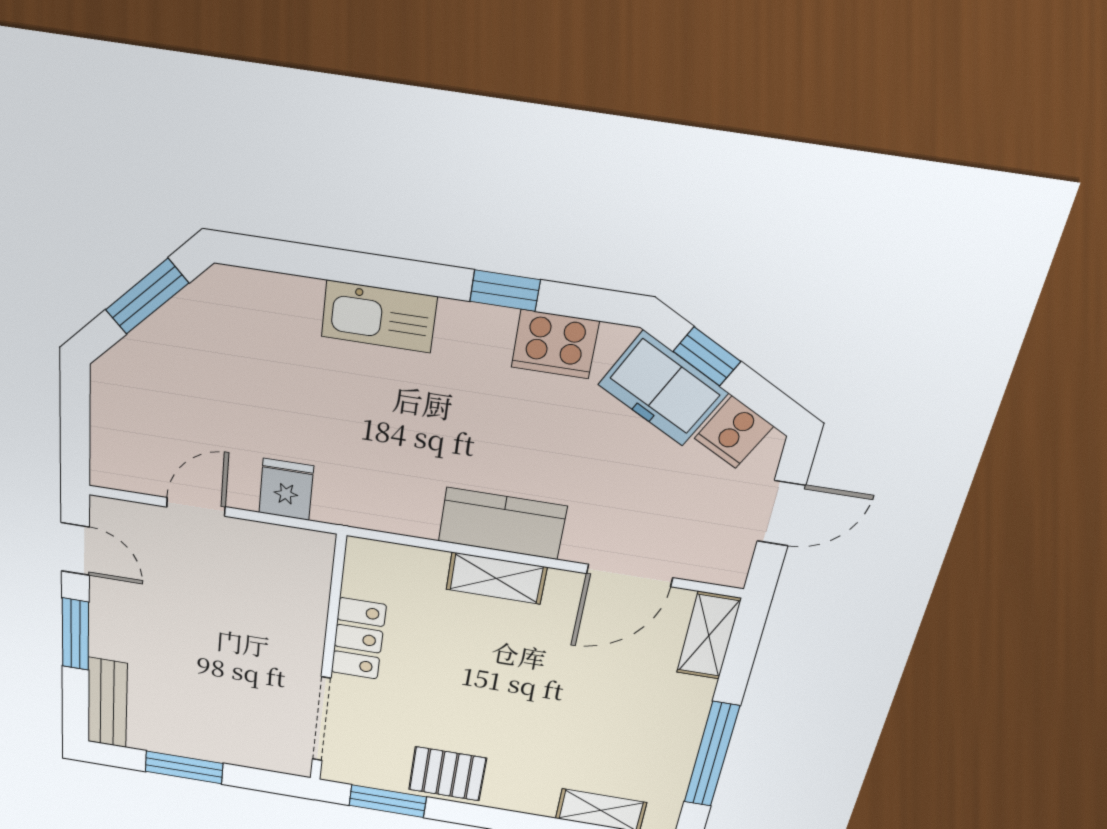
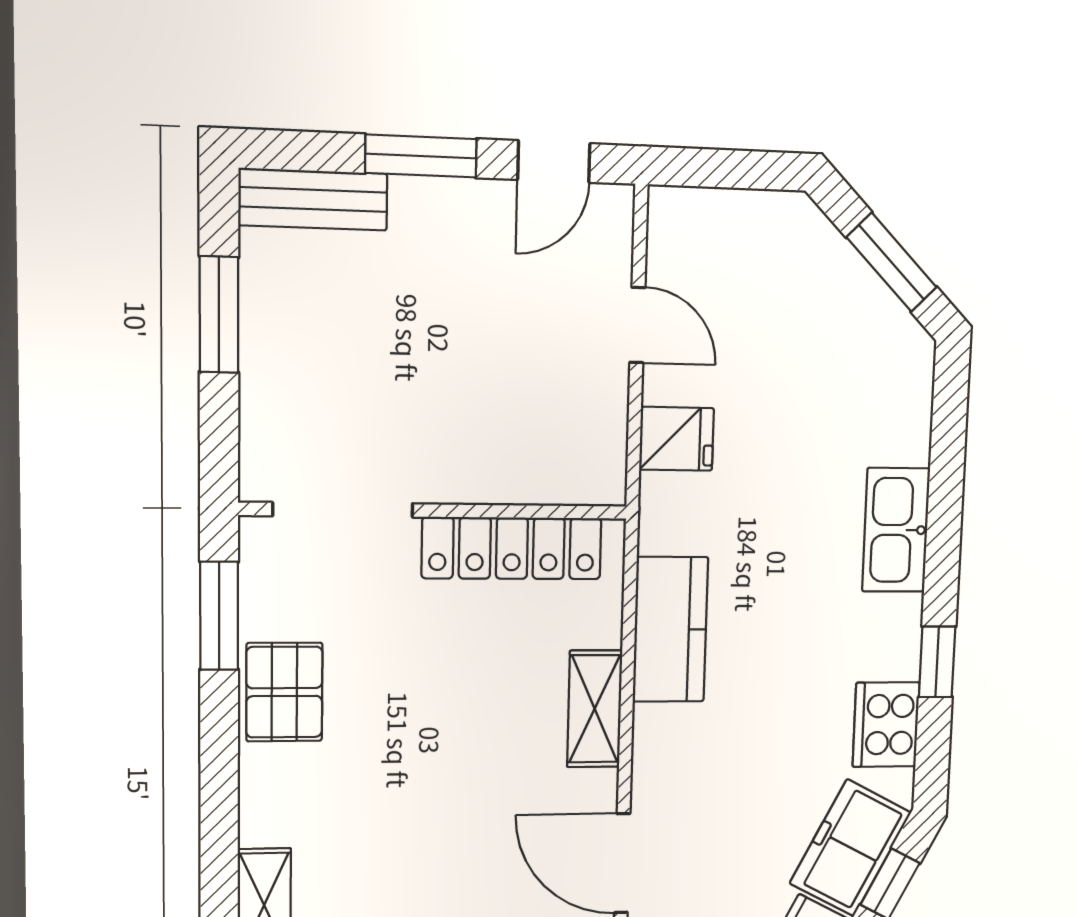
kitchen counter: (502, 524) -> (670, 629), moved
locker: (358, 639) -> (512, 548), width x1.53

